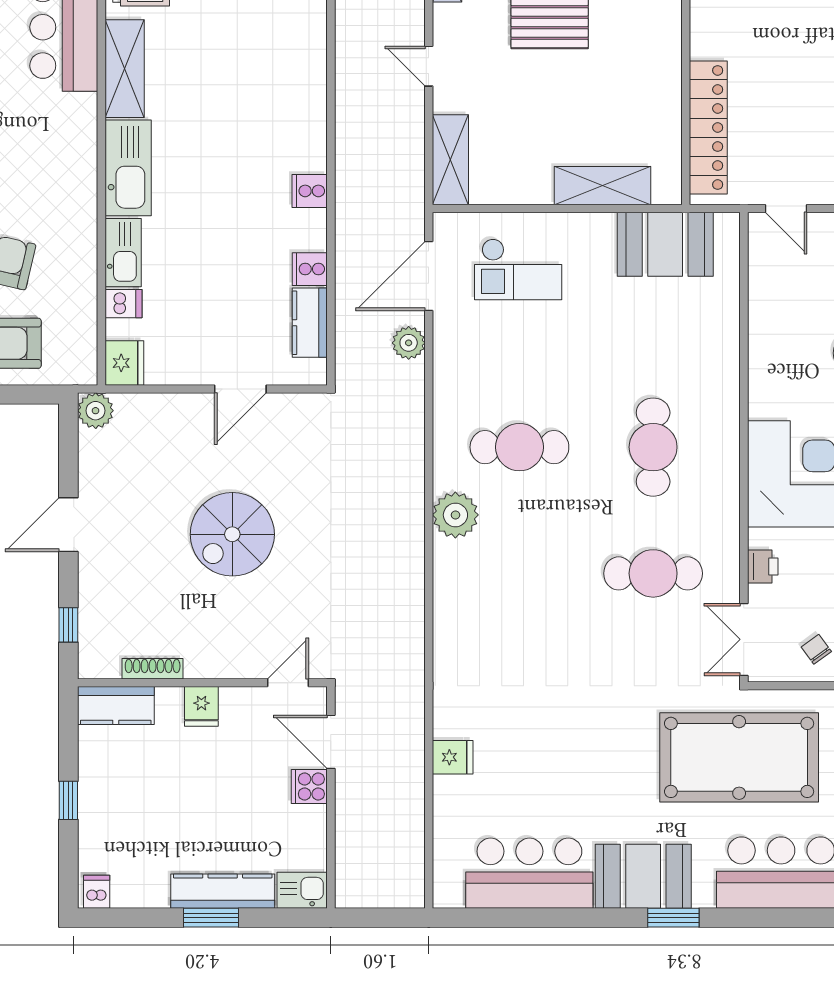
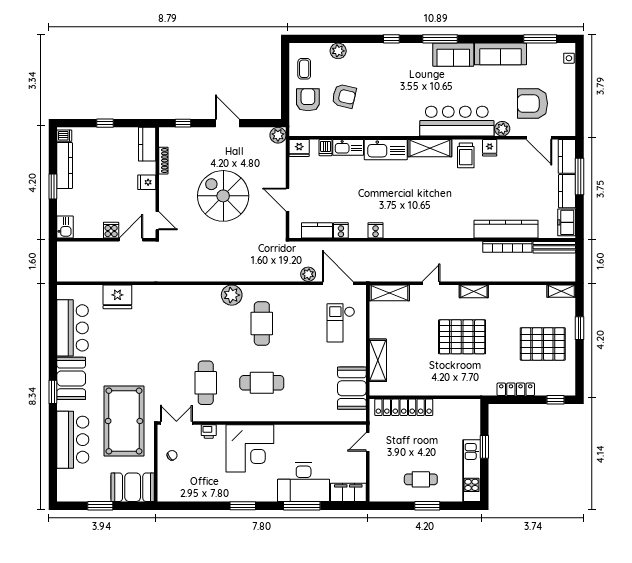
spiral stairs: (232, 534) -> (223, 196), width x1.37, depth x1.37
fridge: (453, 757) -> (117, 297), width x1.88, depth x1.34
kitchen counter: (223, 891) -> (65, 166), moved

